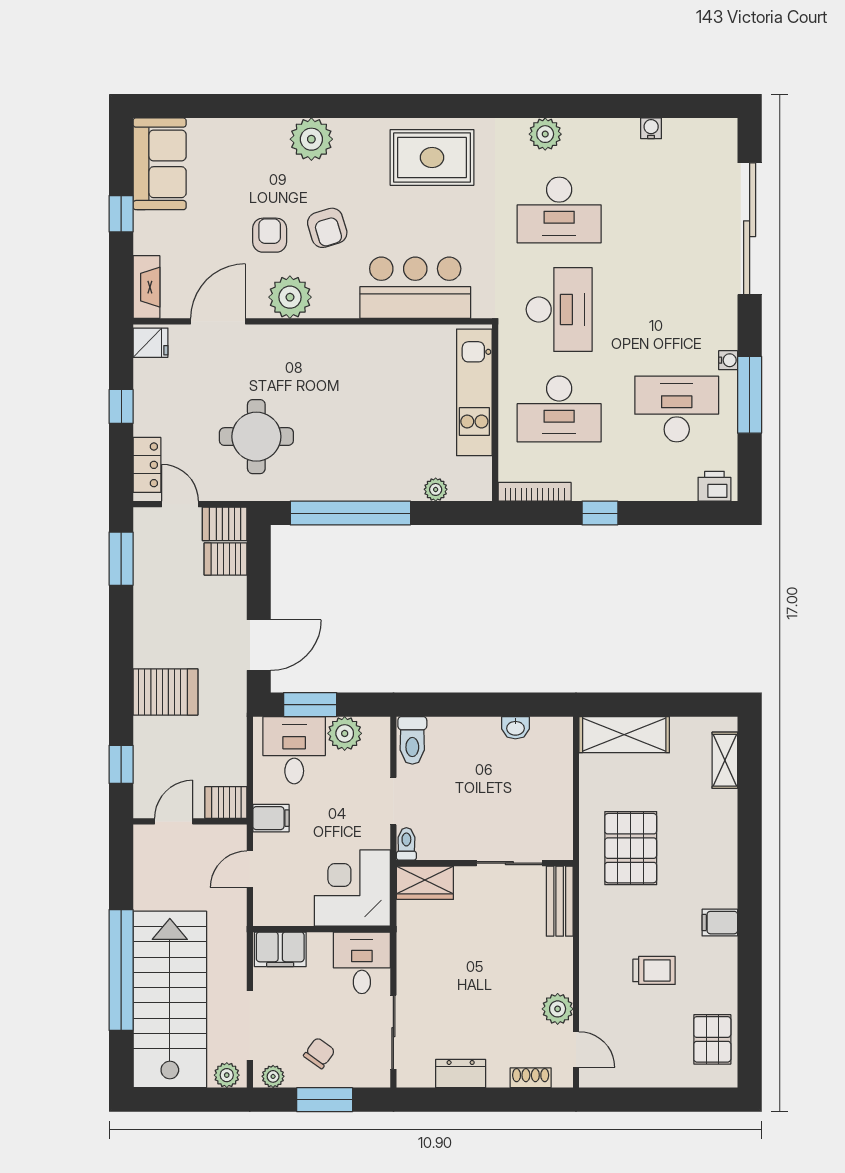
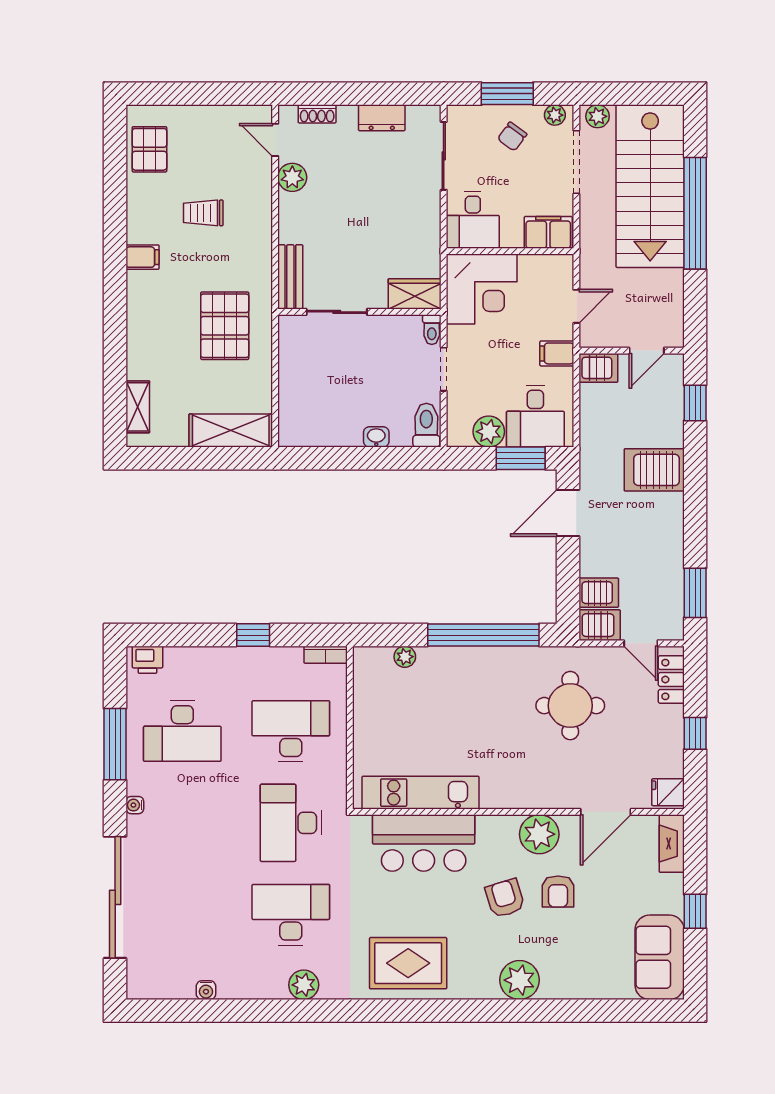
water cooler: (728, 360) -> (135, 805), moved
kitchen unit: (474, 392) -> (421, 793), moved, turned -90
bookcase: (535, 492) -> (326, 655), width x0.64
washbasin: (515, 728) -> (376, 437), moved

